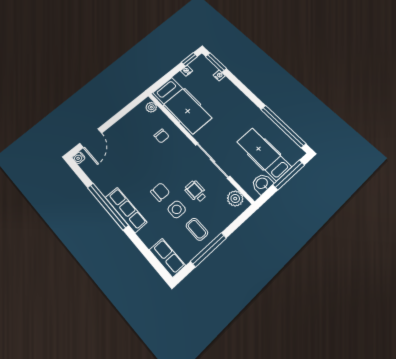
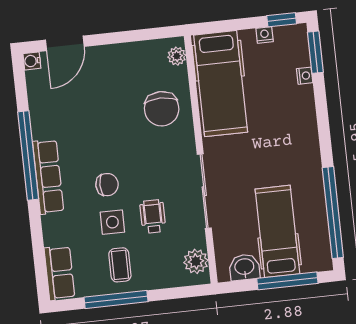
chair: (162, 136) -> (162, 109), width x1.87, depth x1.87

